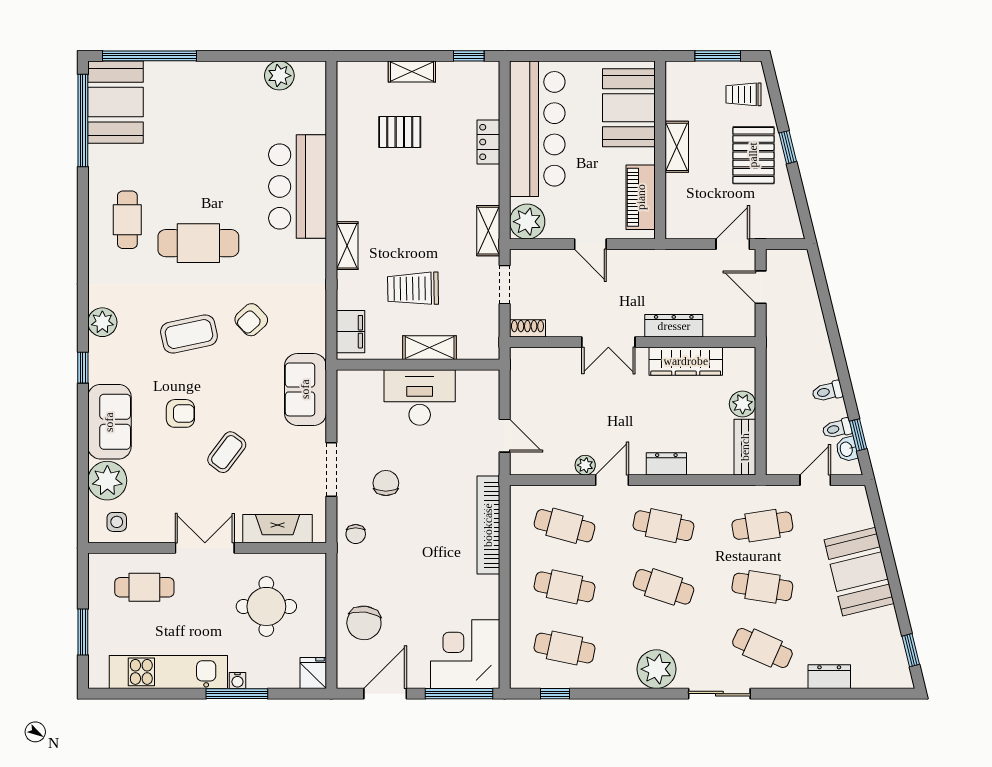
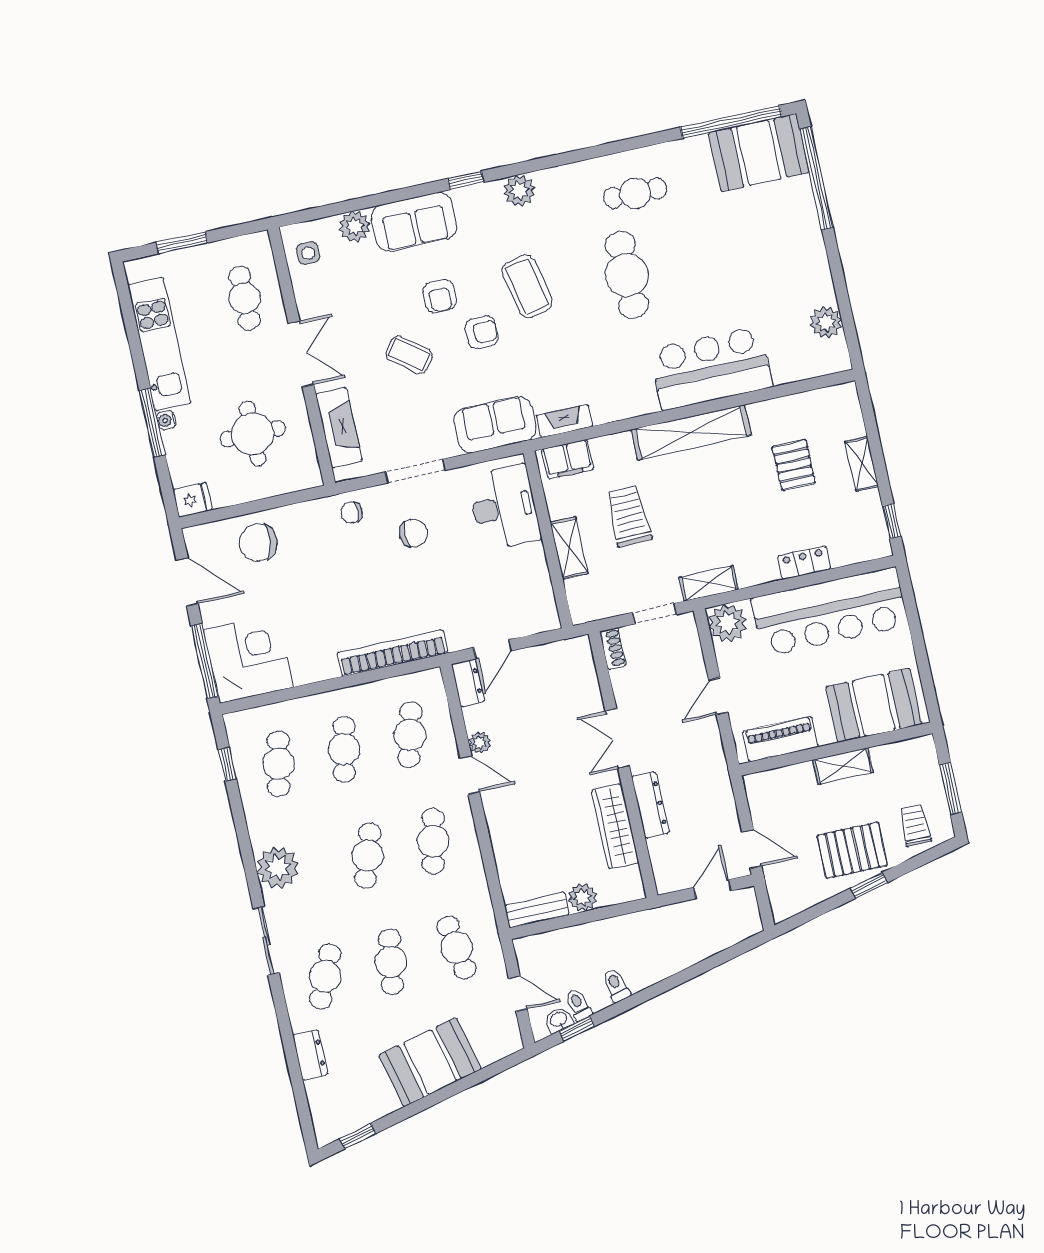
shelving: (347, 246) -> (691, 432), width x2.20, depth x1.33
armchair: (251, 320) -> (482, 332), moved, turned 133
fireplace: (316, 327) -> (564, 421), added
desk: (420, 398) -> (504, 507), moved
dresser: (666, 464) -> (468, 683), moved
plant: (107, 481) -> (355, 226), width x0.73, depth x0.73

